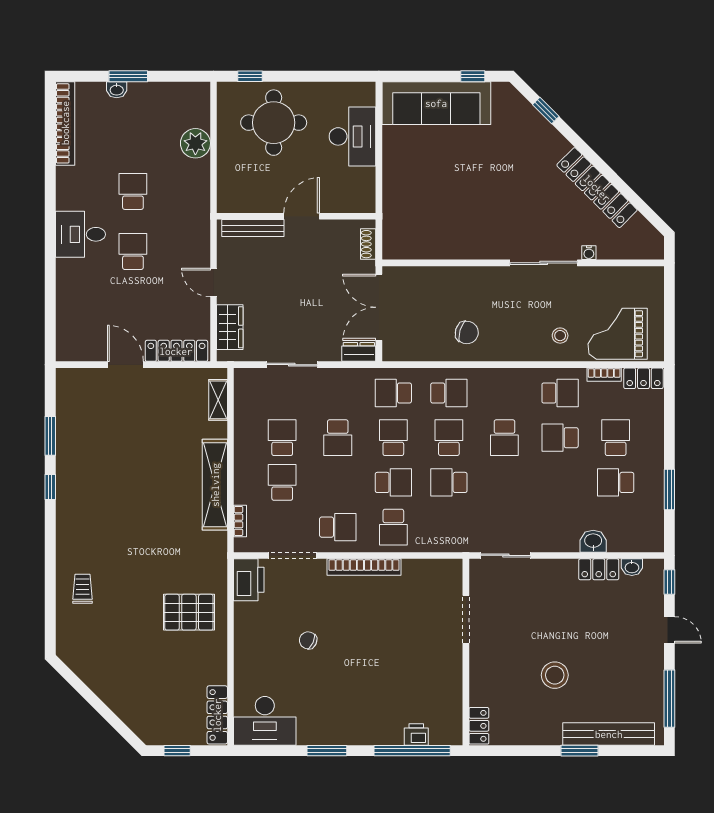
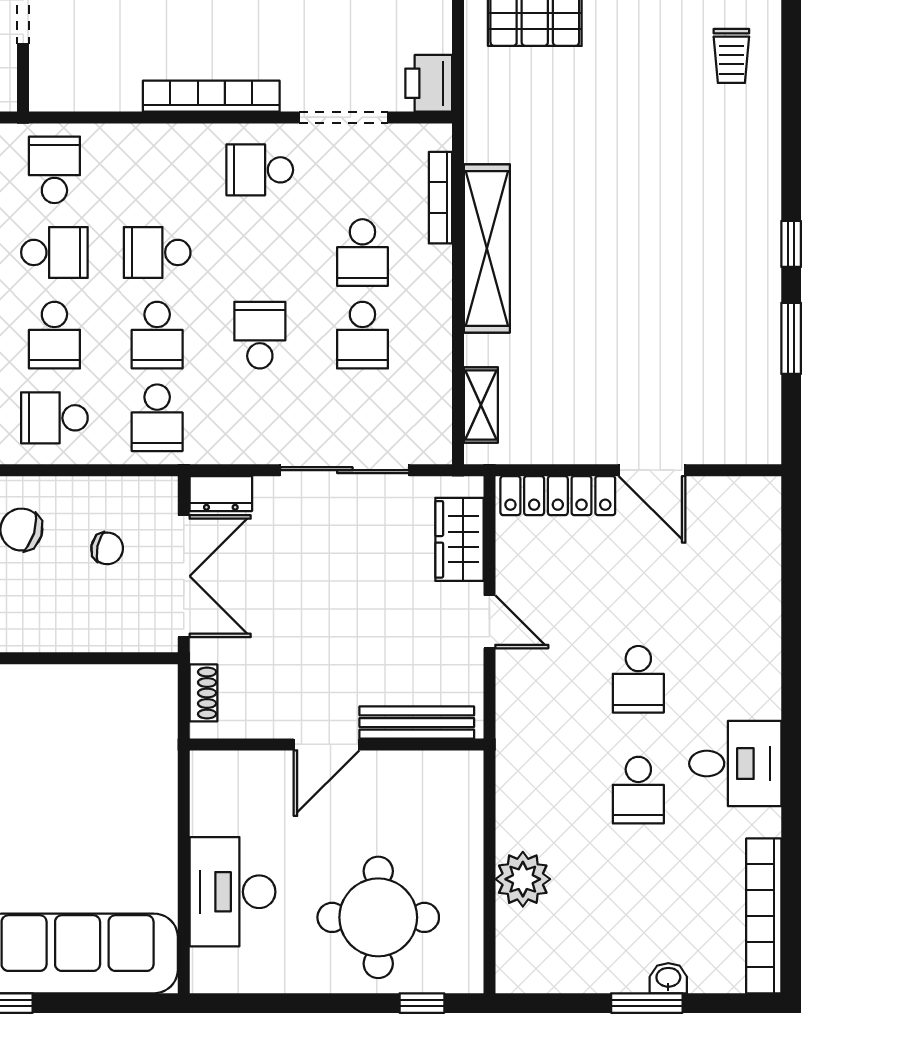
desk: (80, 234) -> (735, 764), moved
chair: (420, 322) -> (107, 548), added
sliding door: (292, 365) -> (345, 470), width x1.37
school desk: (393, 393) -> (157, 418), turned 90
bookcase: (240, 521) -> (440, 198), width x1.56
school desk: (393, 527) -> (54, 170), moved
printer: (249, 580) -> (429, 83), width x0.73, depth x0.84

